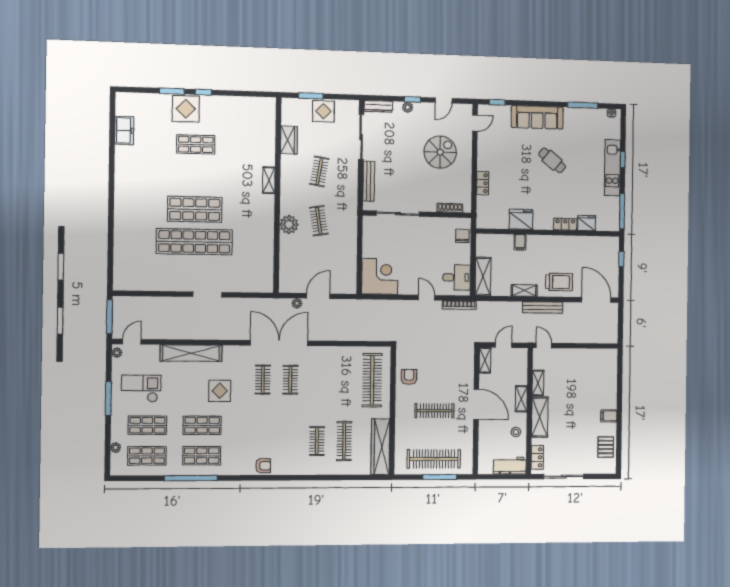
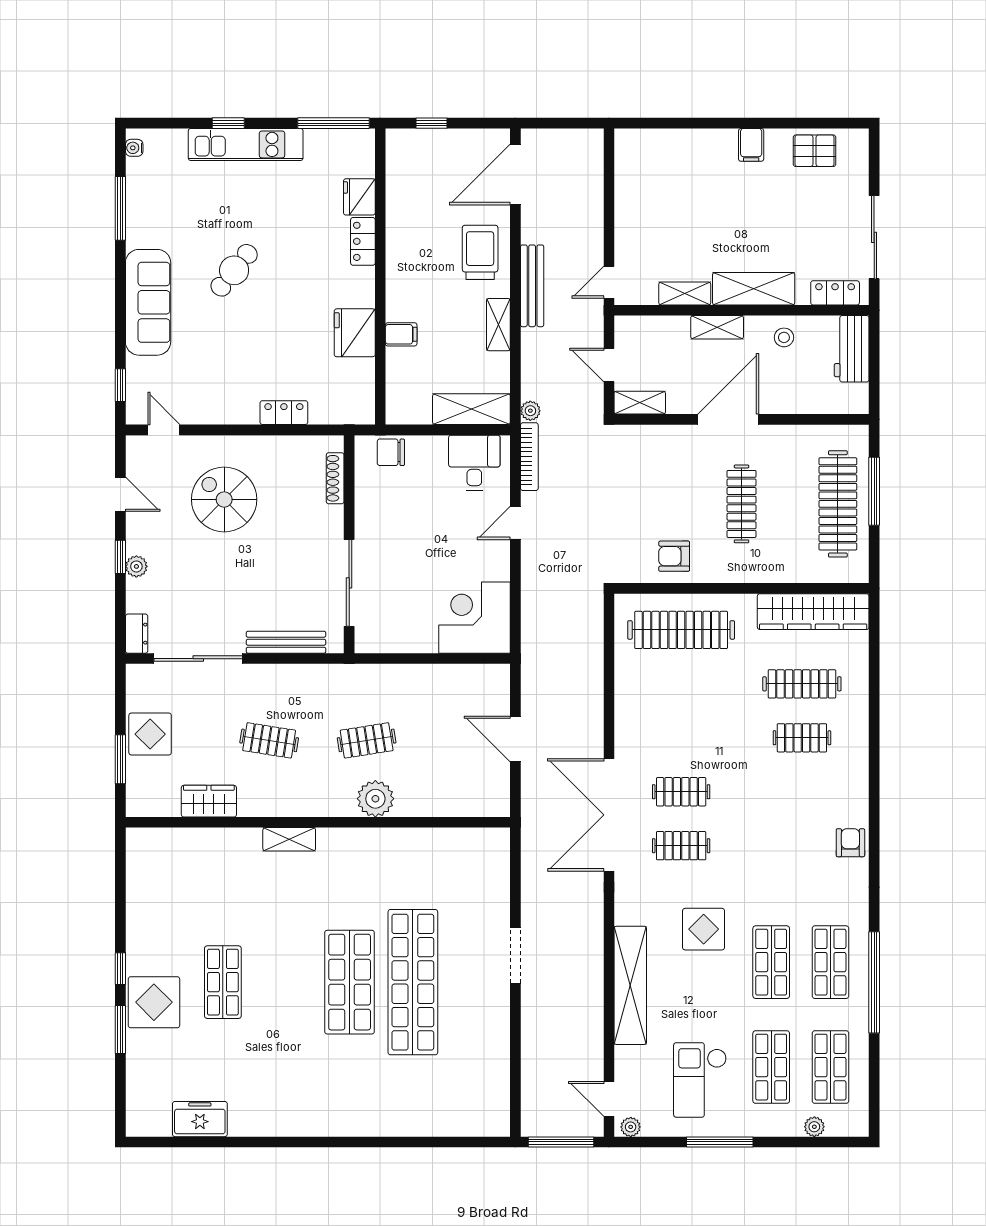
dresser: (378, 106) -> (137, 634), width x0.70
plant: (297, 303) -> (530, 411), moved

